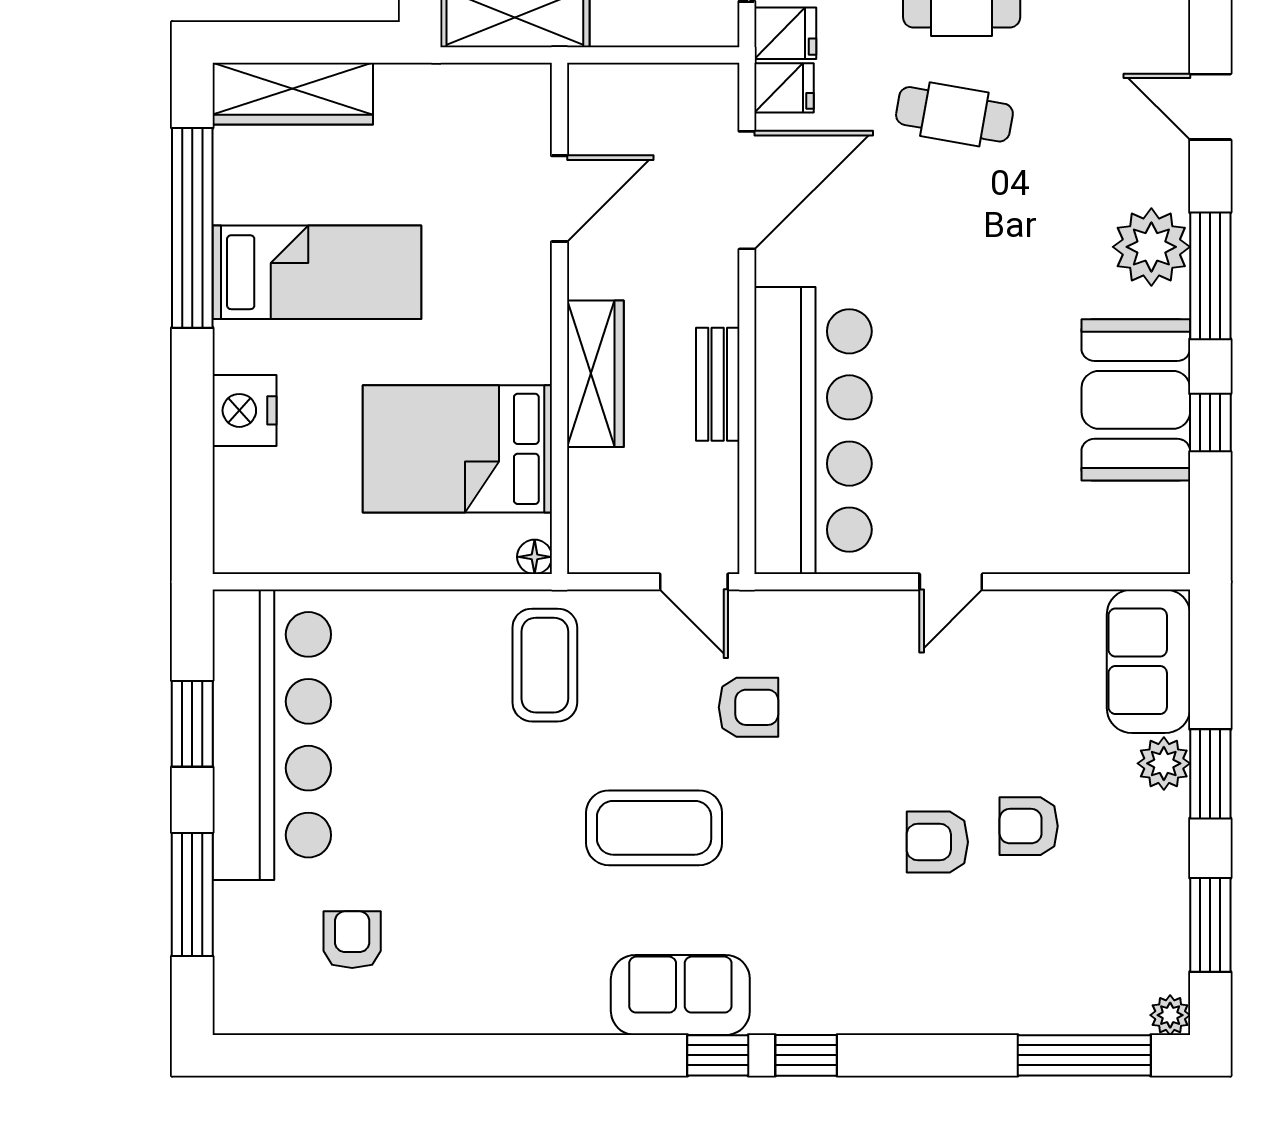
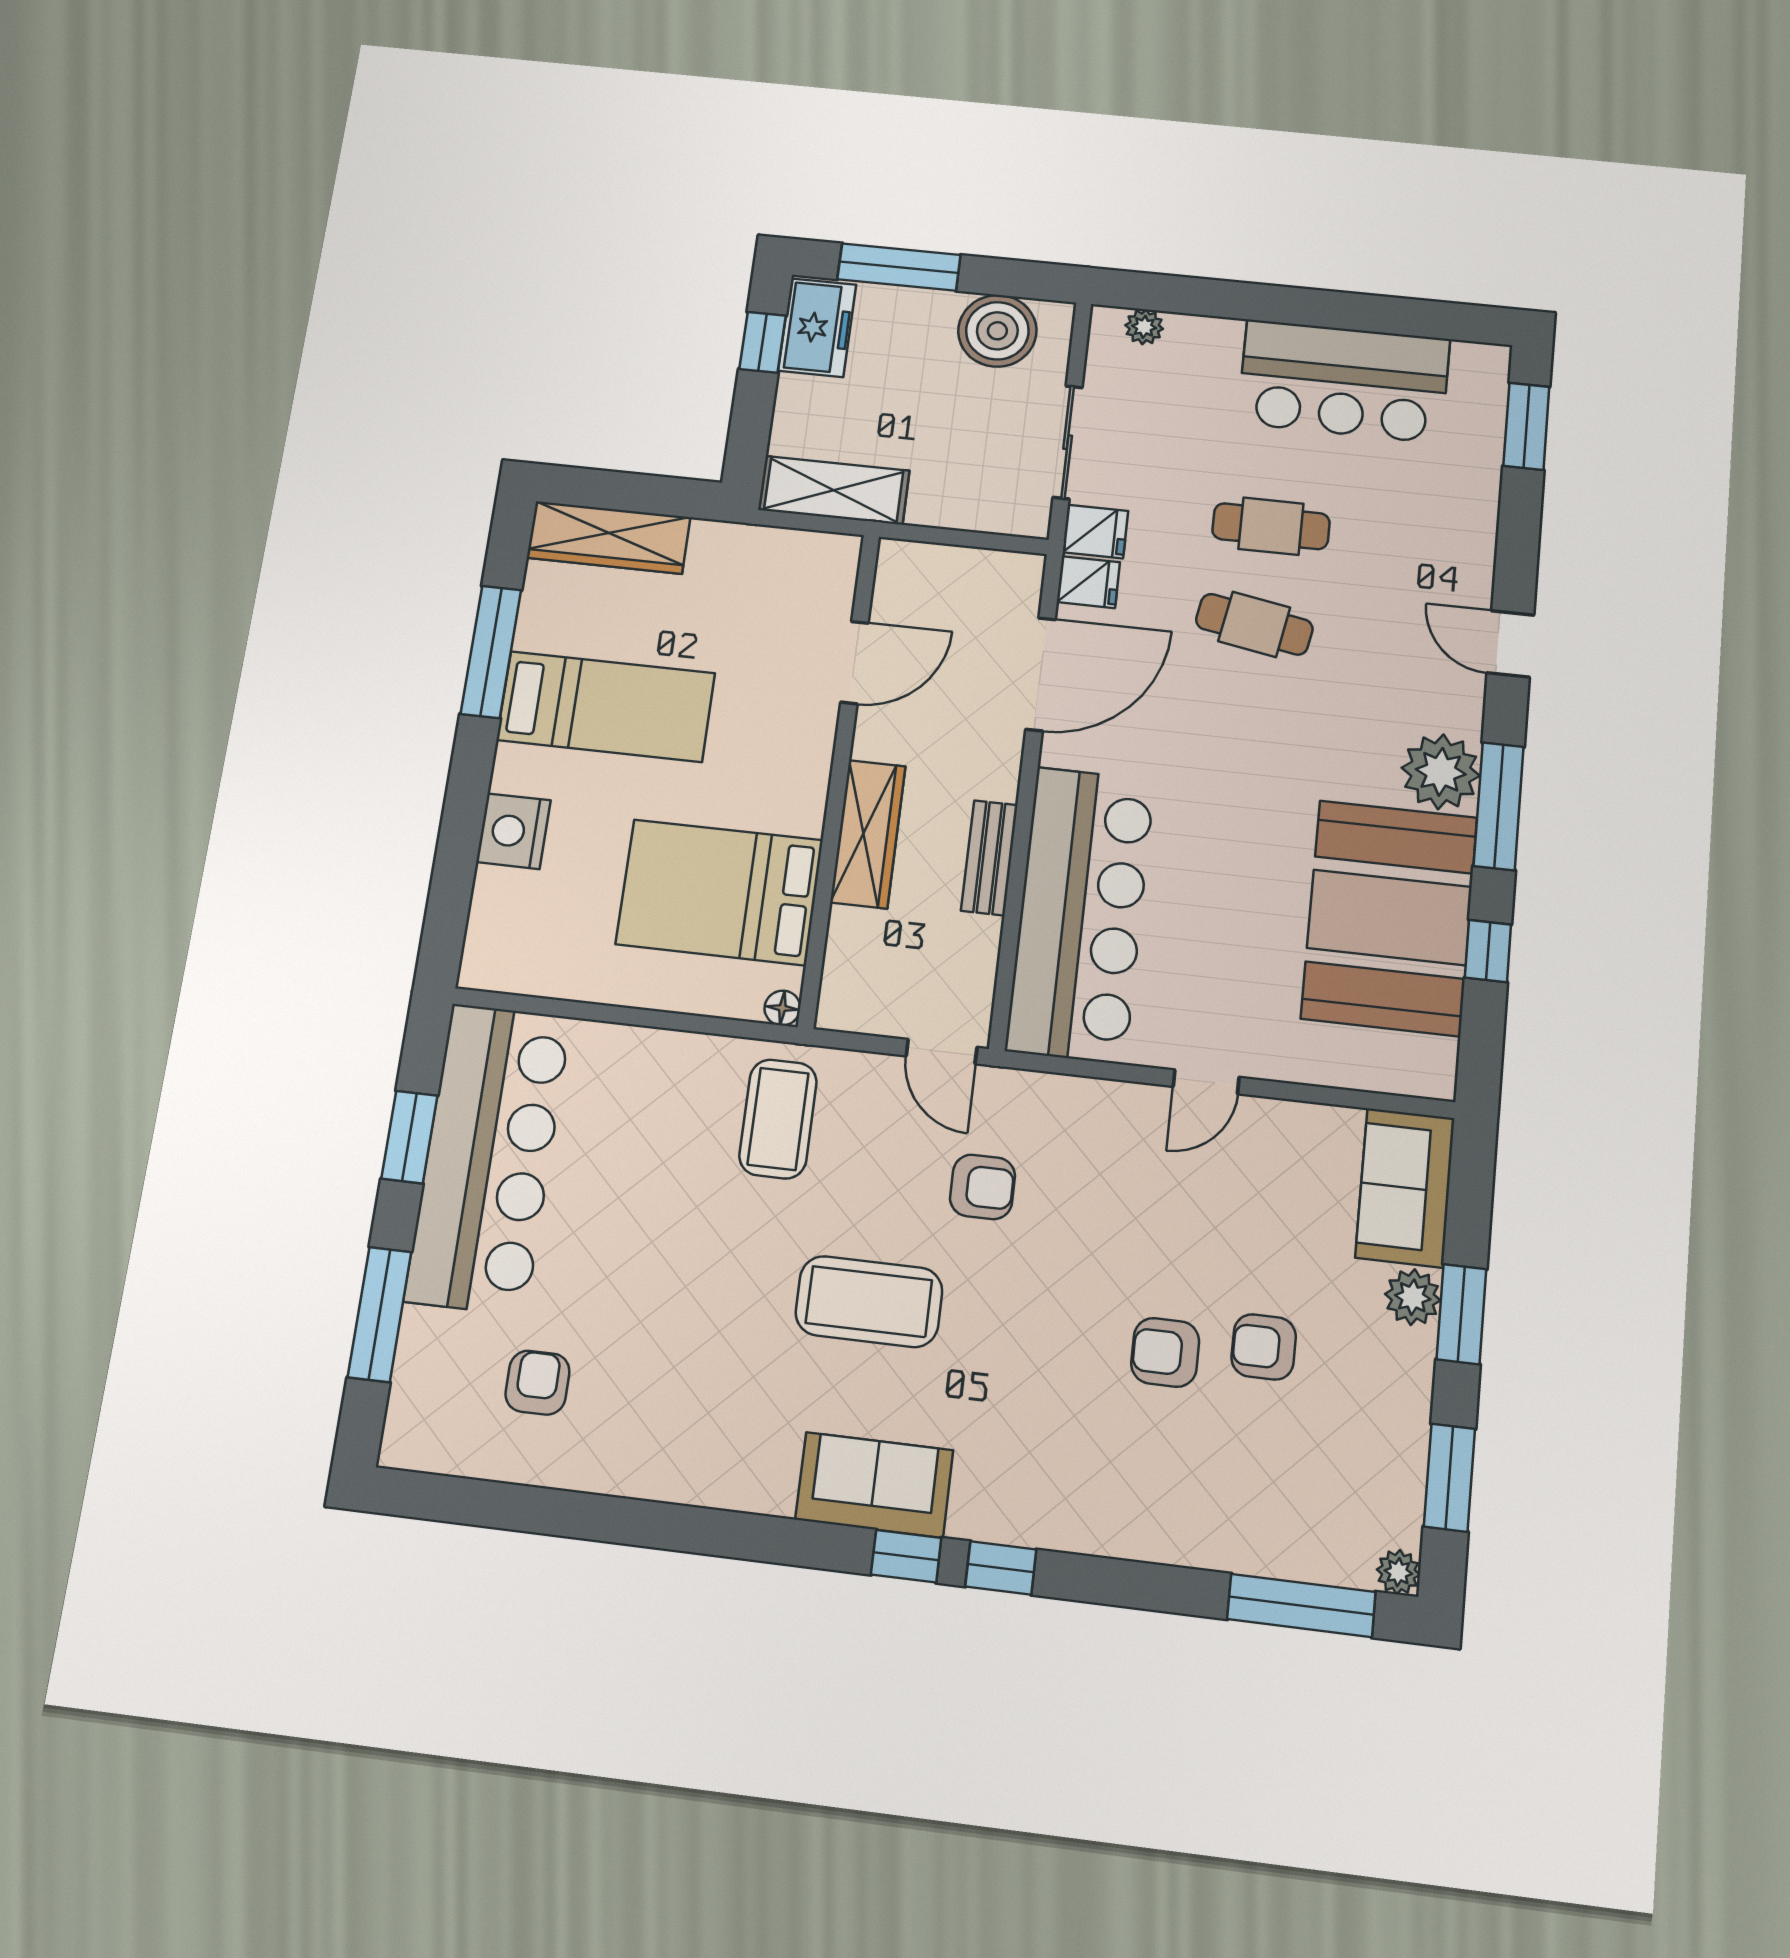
window: (192, 228) -> (491, 652), width x0.68
booth: (1136, 400) -> (1389, 917), width x1.36, depth x1.42

